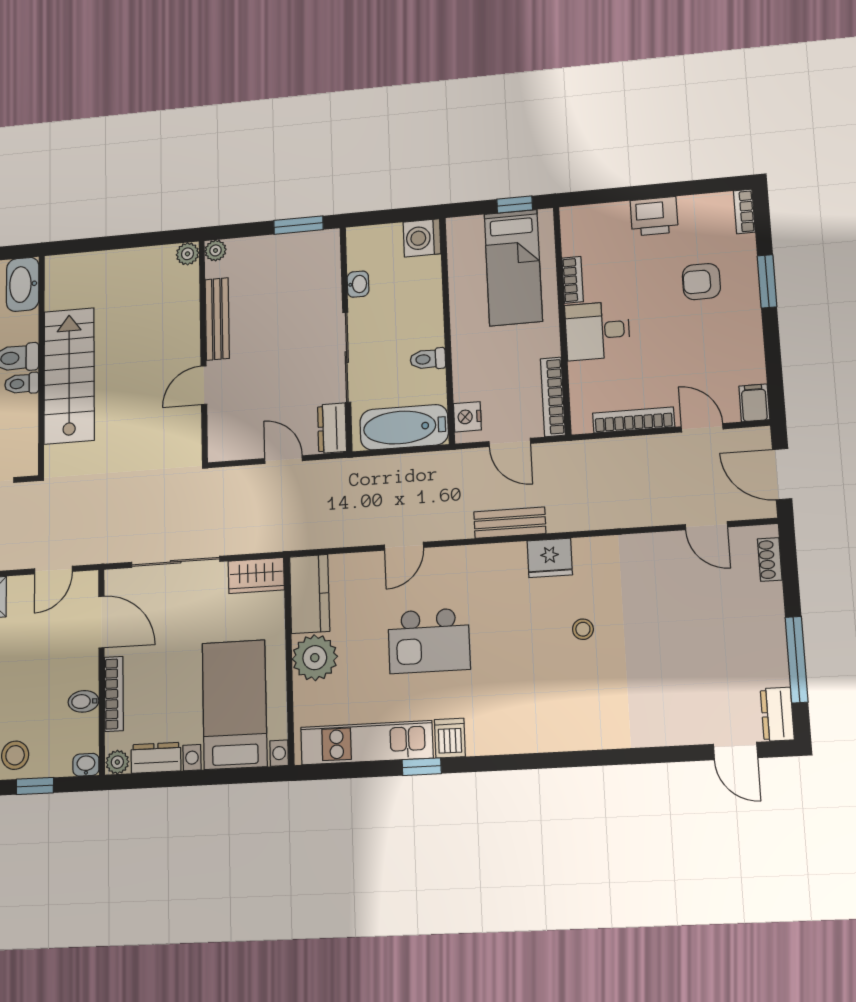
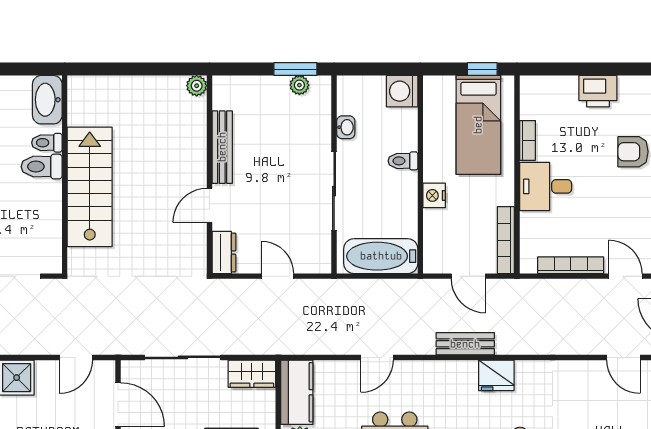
plant: (216, 250) -> (299, 85), moved
toilet: (428, 359) -> (403, 161), moved
toilet: (22, 384) -> (47, 143), moved
nightstand: (467, 417) -> (434, 195), moved
dresser: (332, 428) -> (224, 253), moved, turned 180

